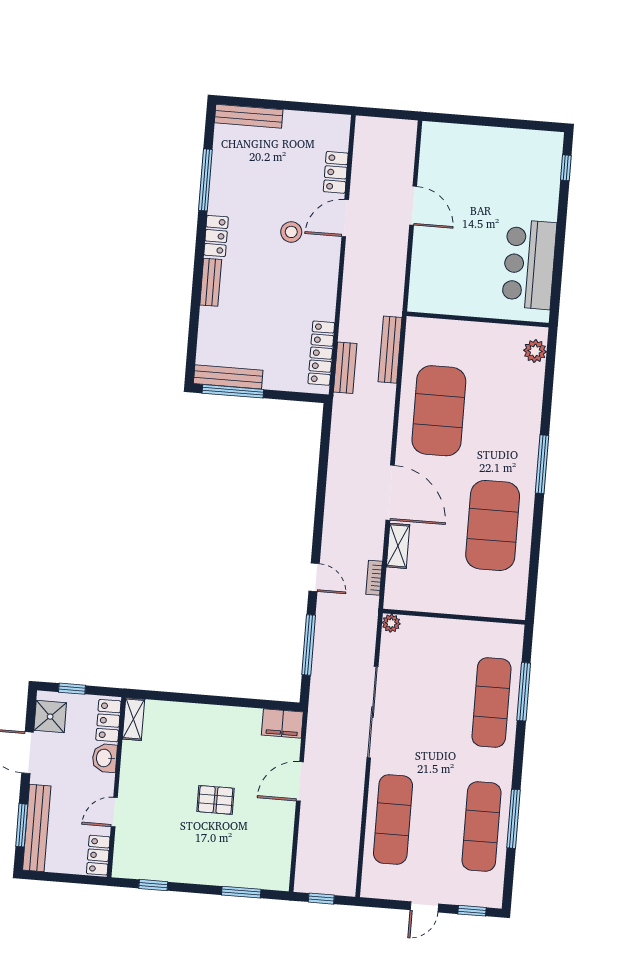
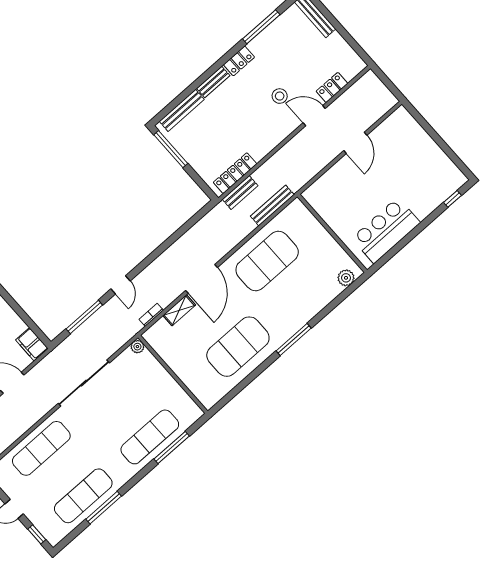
bench: (228, 377) -> (182, 110), moved, turned 90

